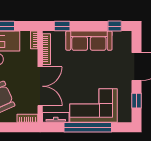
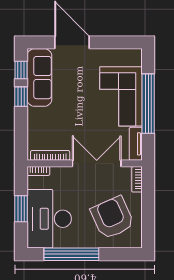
window: (62, 26) -> (21, 97), moved
sofa: (89, 41) -> (39, 78), moved
window: (137, 101) -> (115, 42), removed

